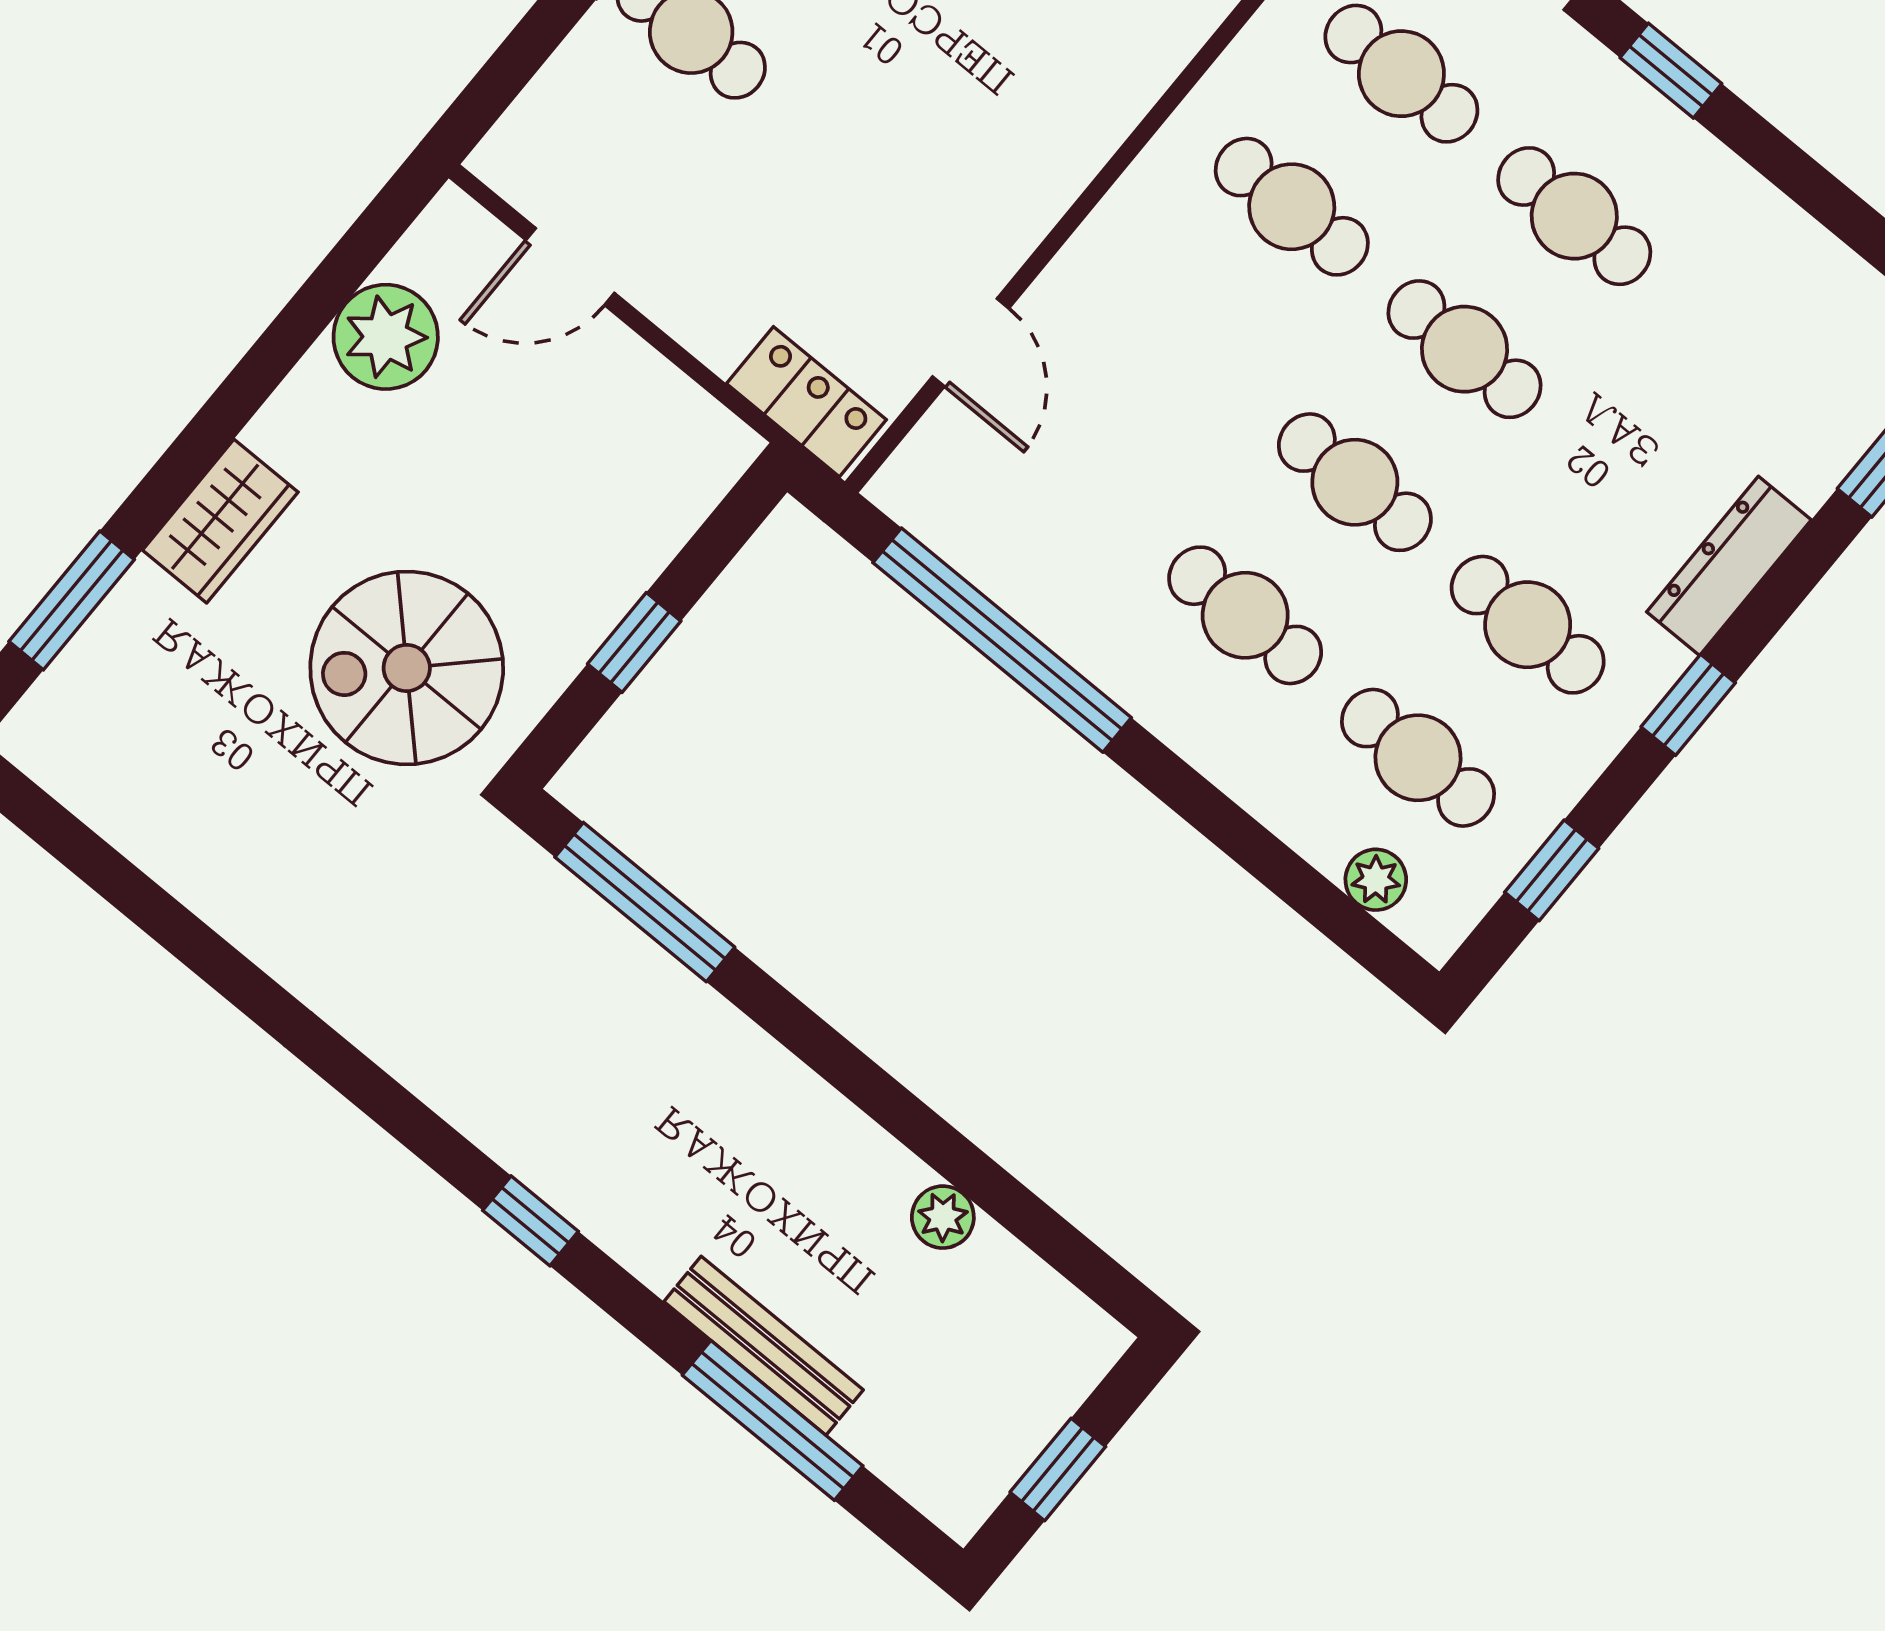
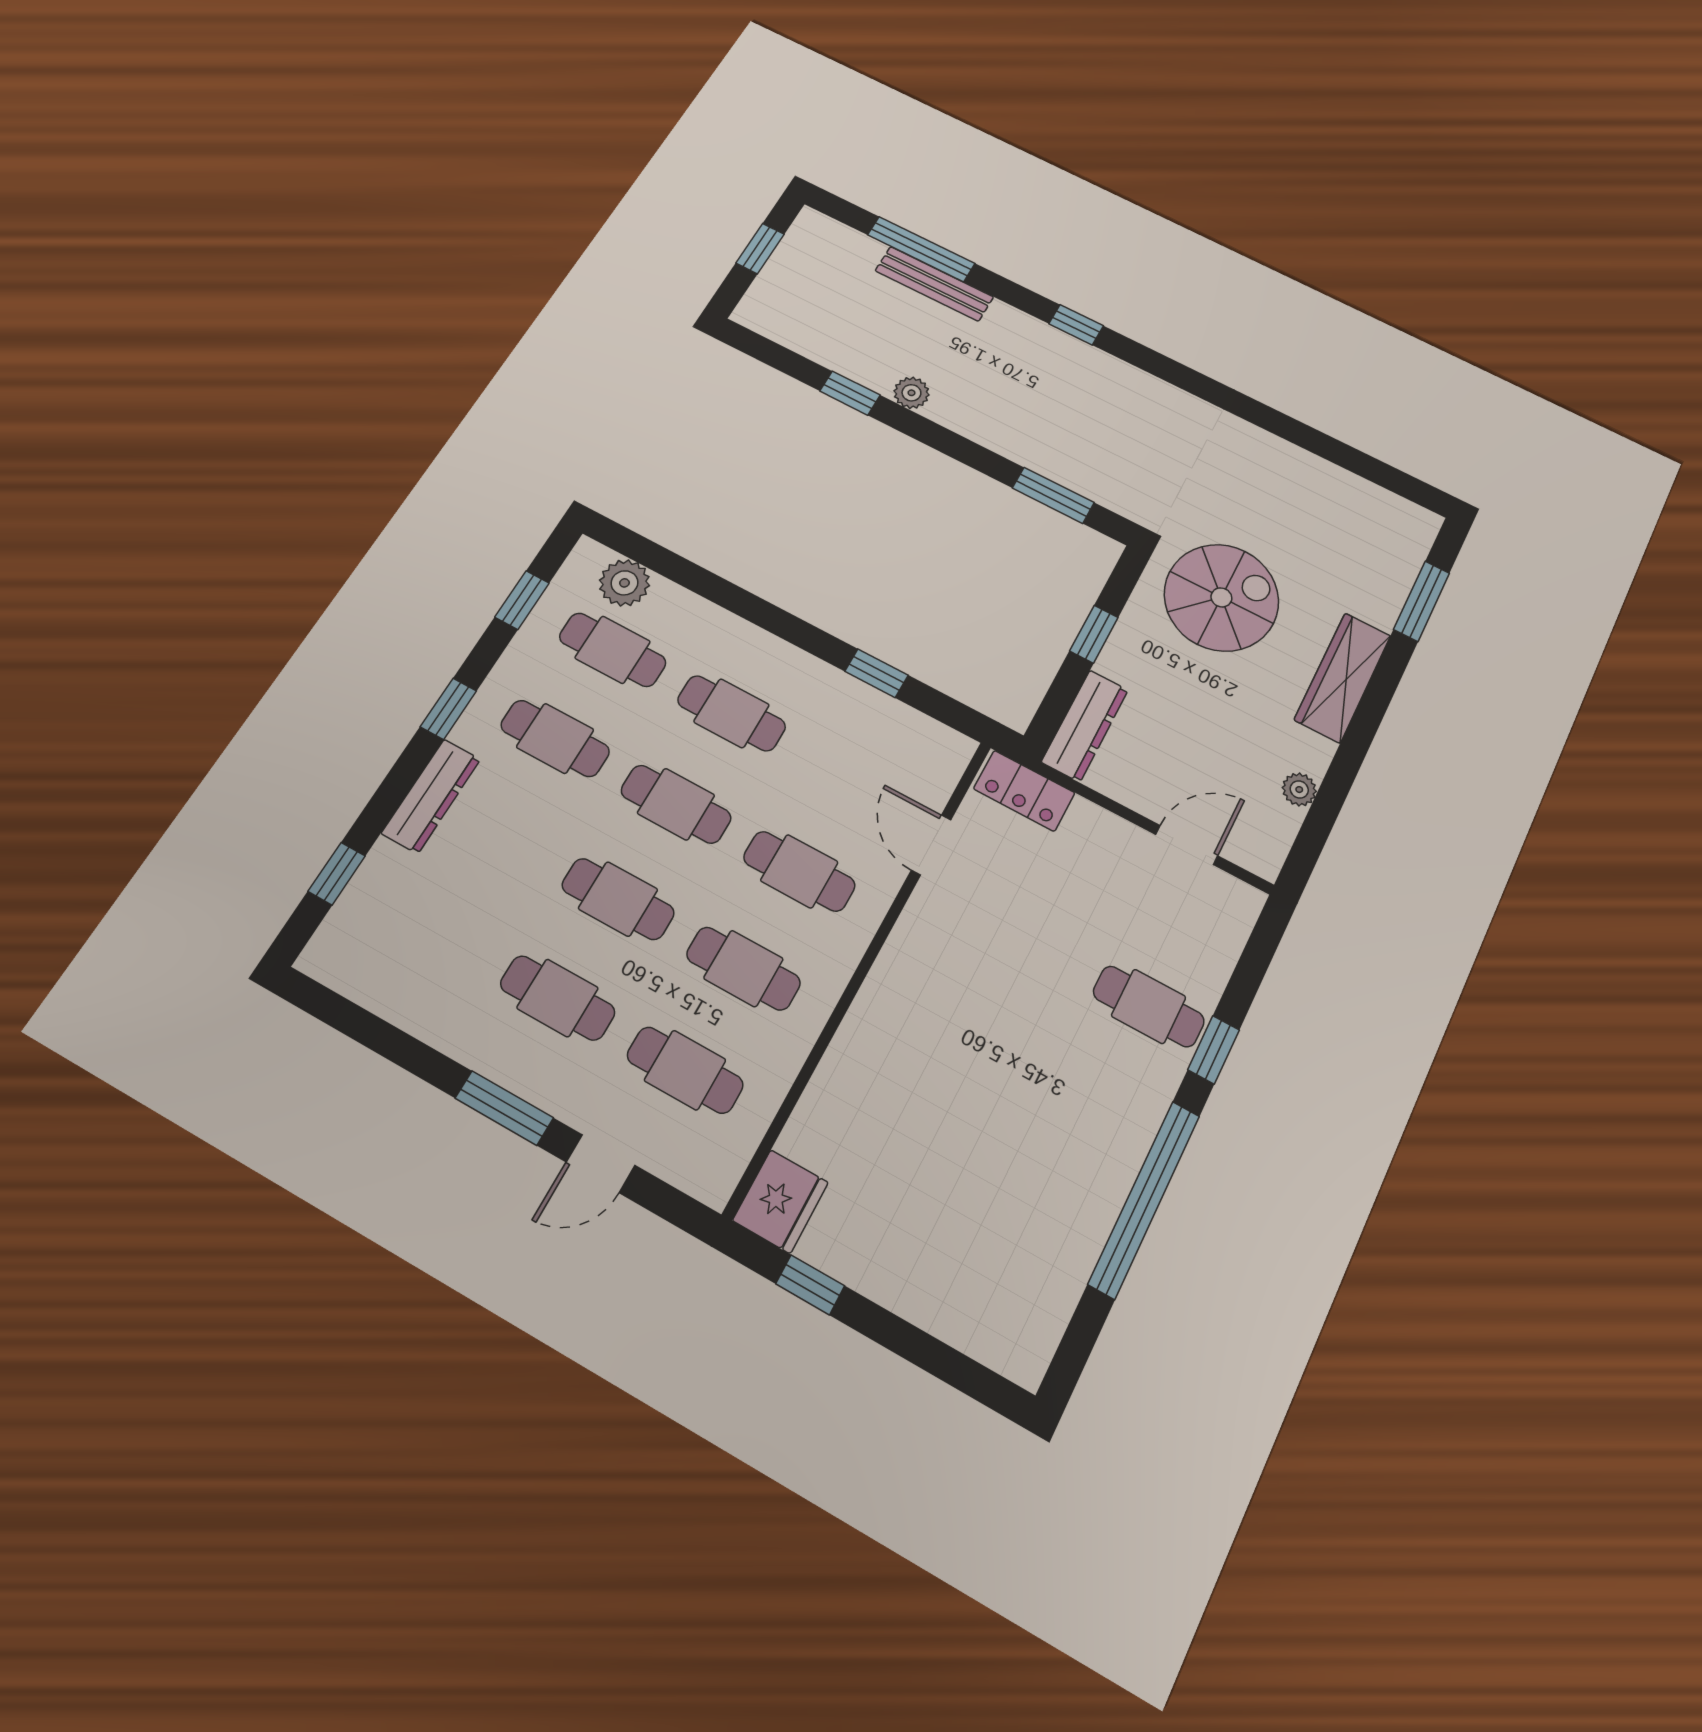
window: (1671, 71) -> (504, 1108), width x1.50
plant: (386, 337) -> (1299, 790), width x0.53, depth x0.53
cafe table: (1182, 340) -> (799, 871), added
dresser: (685, 490) -> (1085, 726), added
wardrobe: (220, 521) -> (1343, 677), width x1.50
window: (1002, 640) -> (877, 673), width x0.32
plant: (1376, 880) -> (624, 583), width x1.38, depth x1.38
window: (645, 902) -> (1053, 495), width x0.69
window: (952, 1155) -> (850, 393), added
plant: (943, 1217) -> (911, 393), moved

